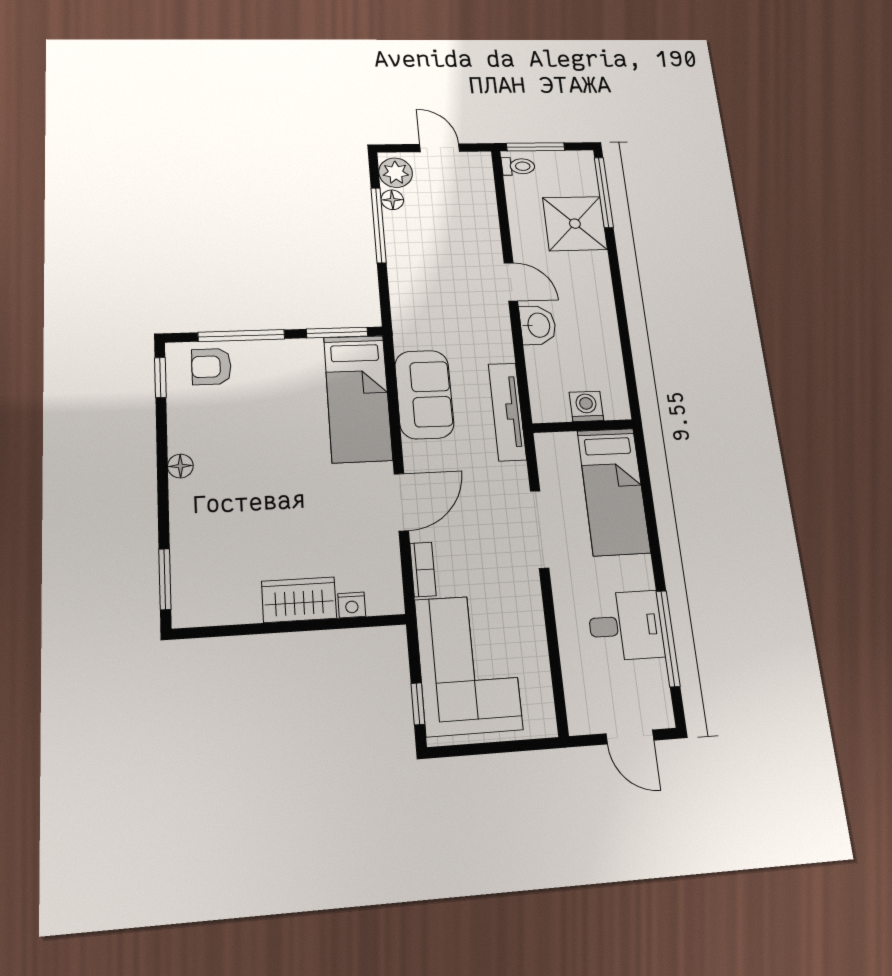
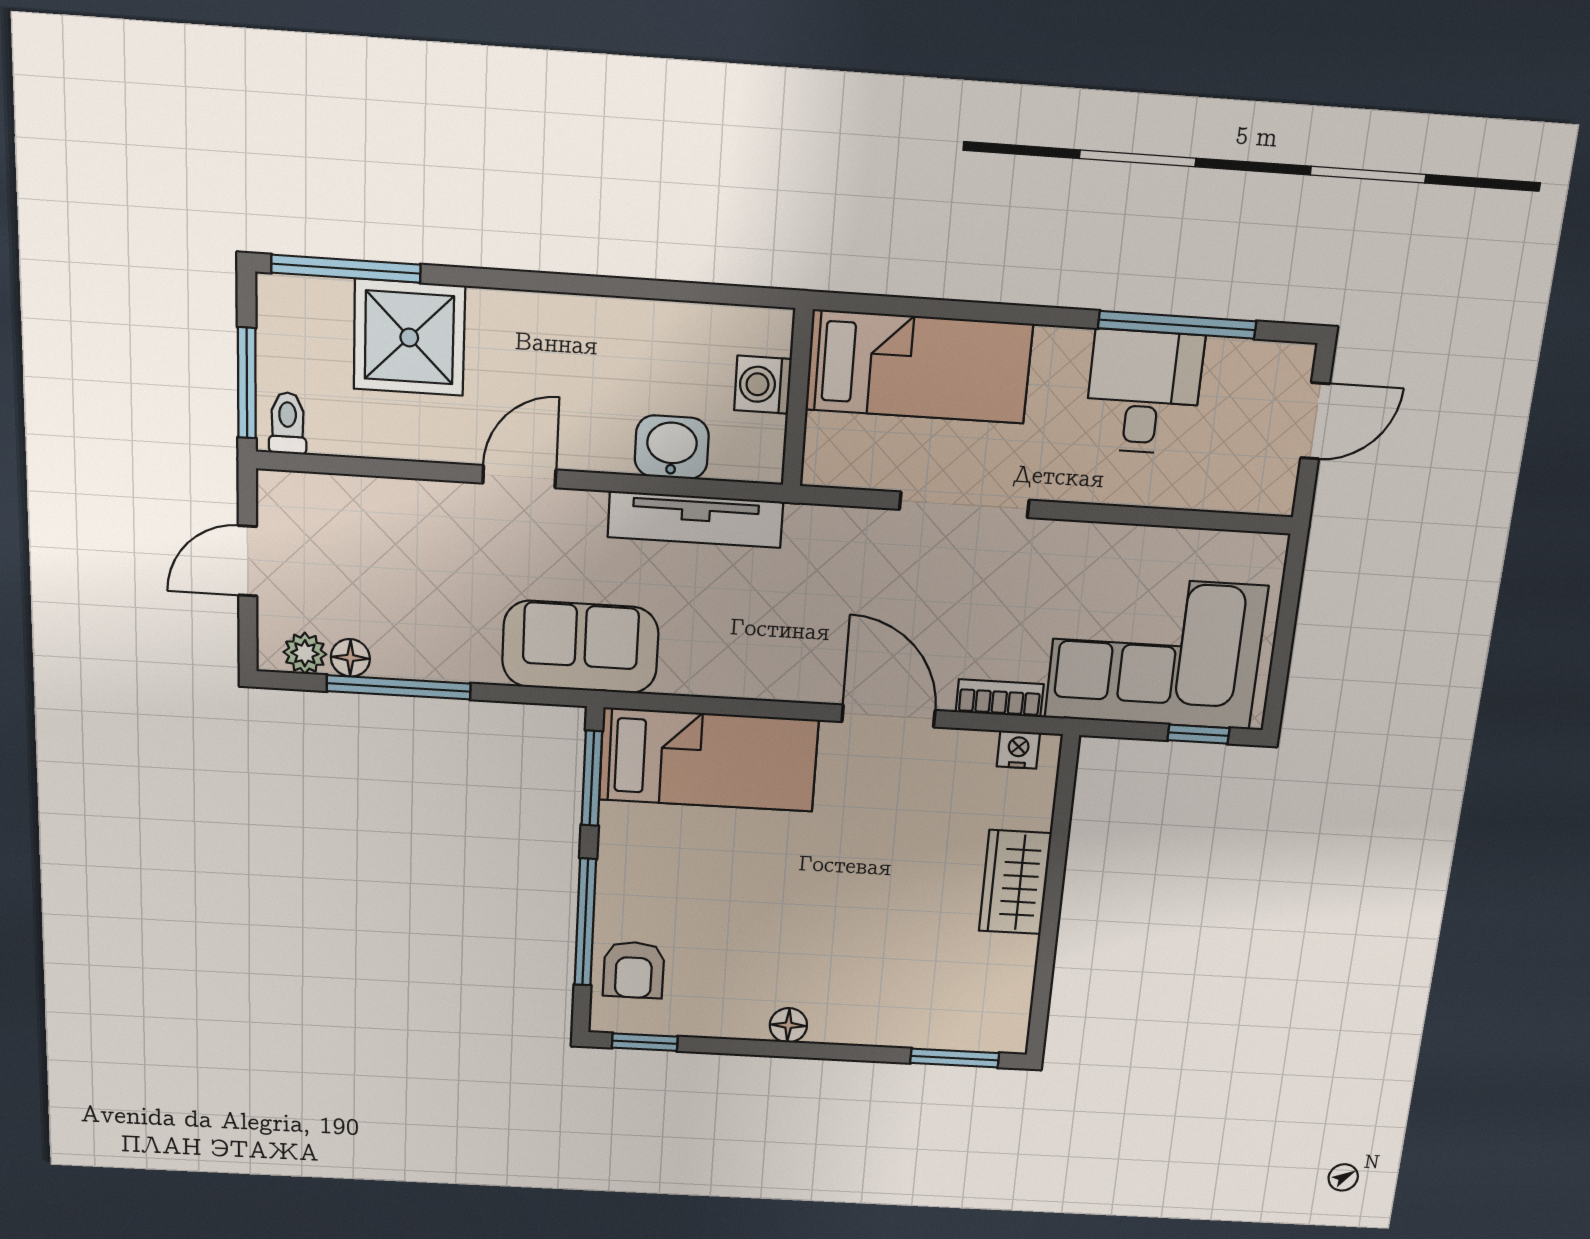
plant: (396, 173) -> (305, 653), width x0.73, depth x0.73
washbasin: (538, 325) -> (672, 447), moved
sofa: (424, 394) -> (580, 647), moved
tv unit: (507, 412) -> (695, 519), moved
nightstand: (352, 605) -> (1018, 750), moved, turned -90

